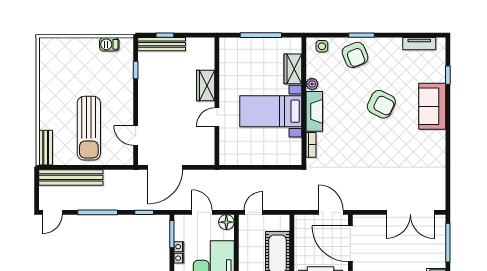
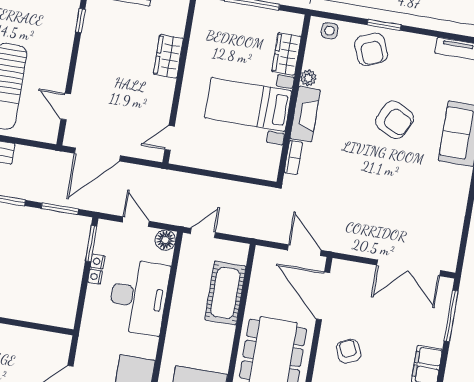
door: (217, 117) -> (170, 138), moved
window: (144, 212) -> (60, 209), width x1.50

